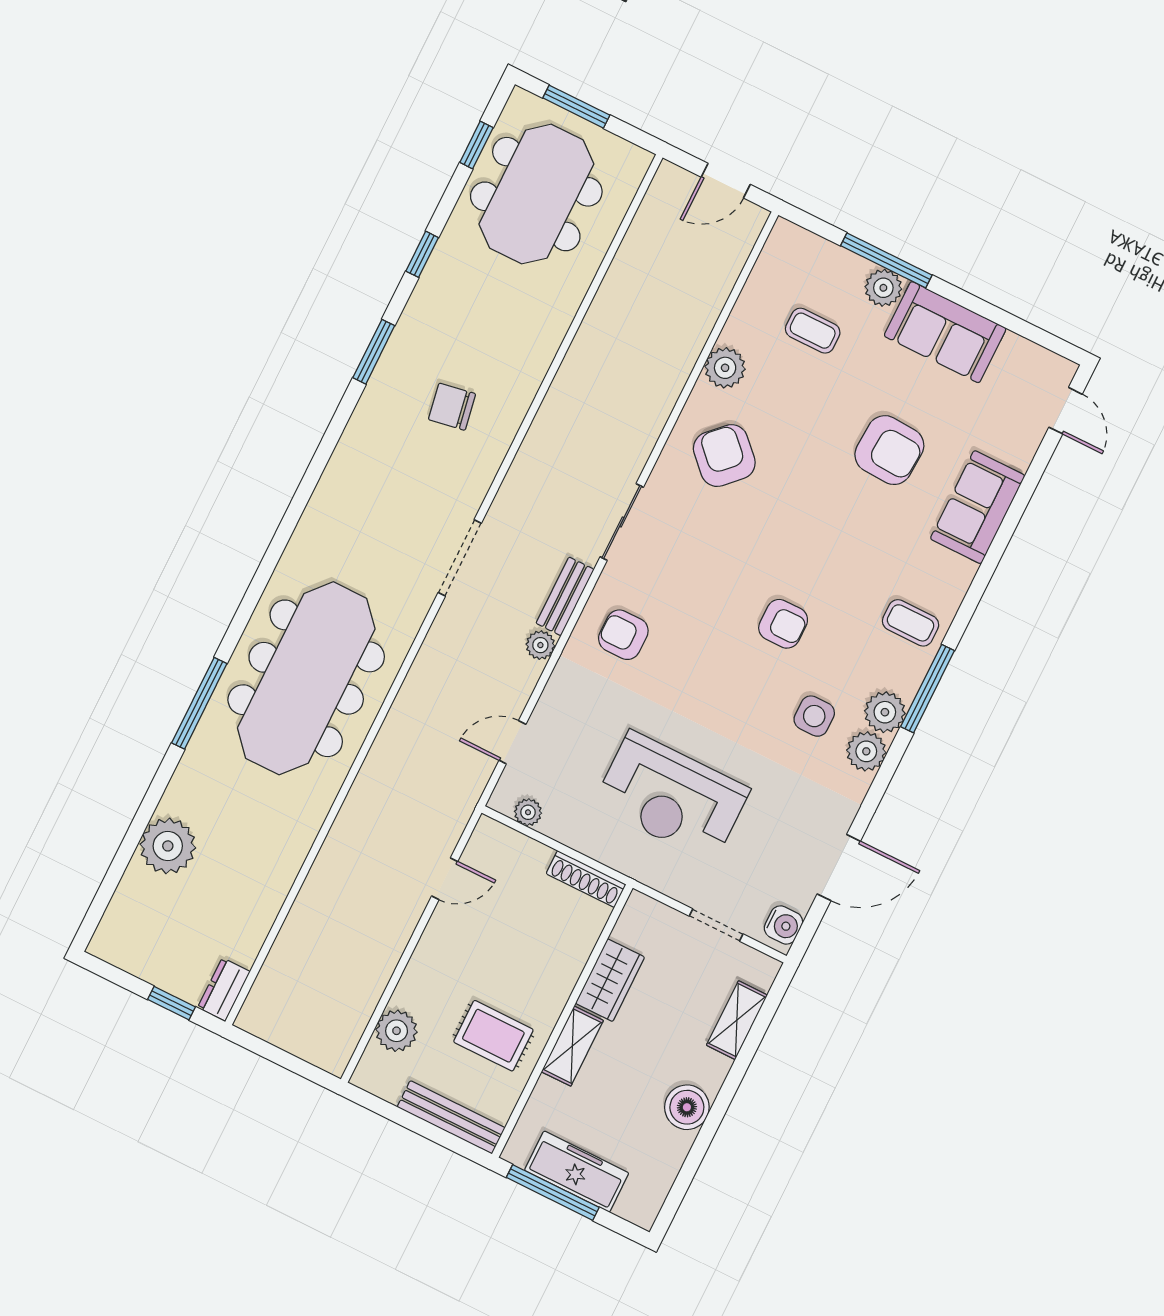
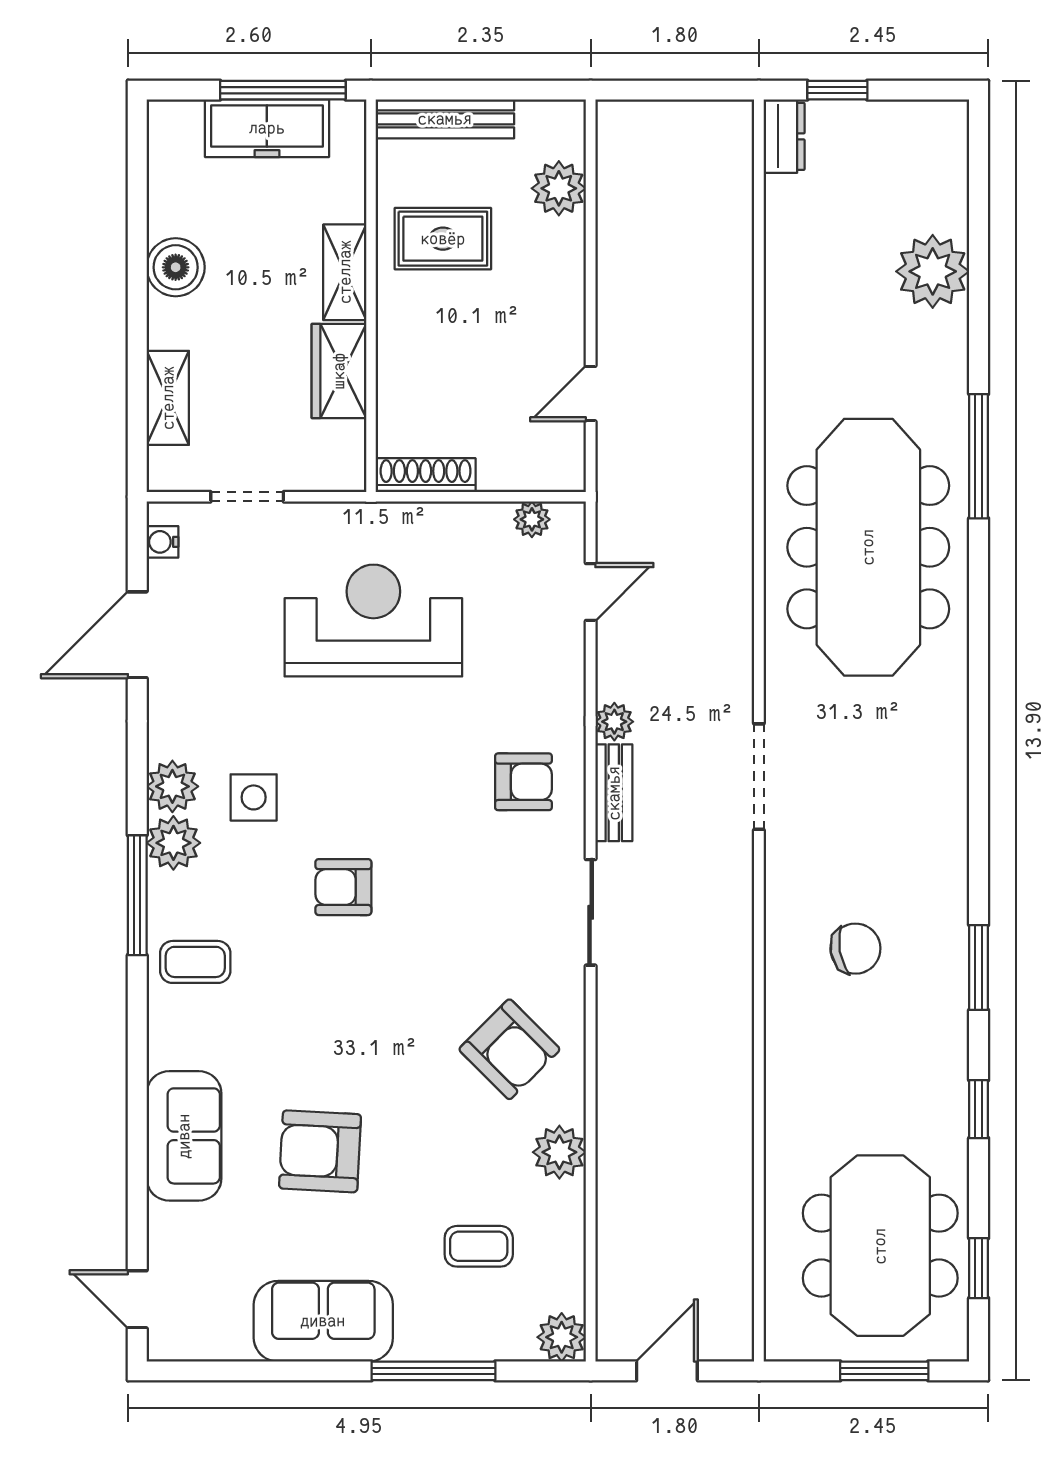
plant: (883, 288) -> (562, 1337), moved
water cooler: (783, 925) -> (162, 542), width x0.72, depth x0.72

